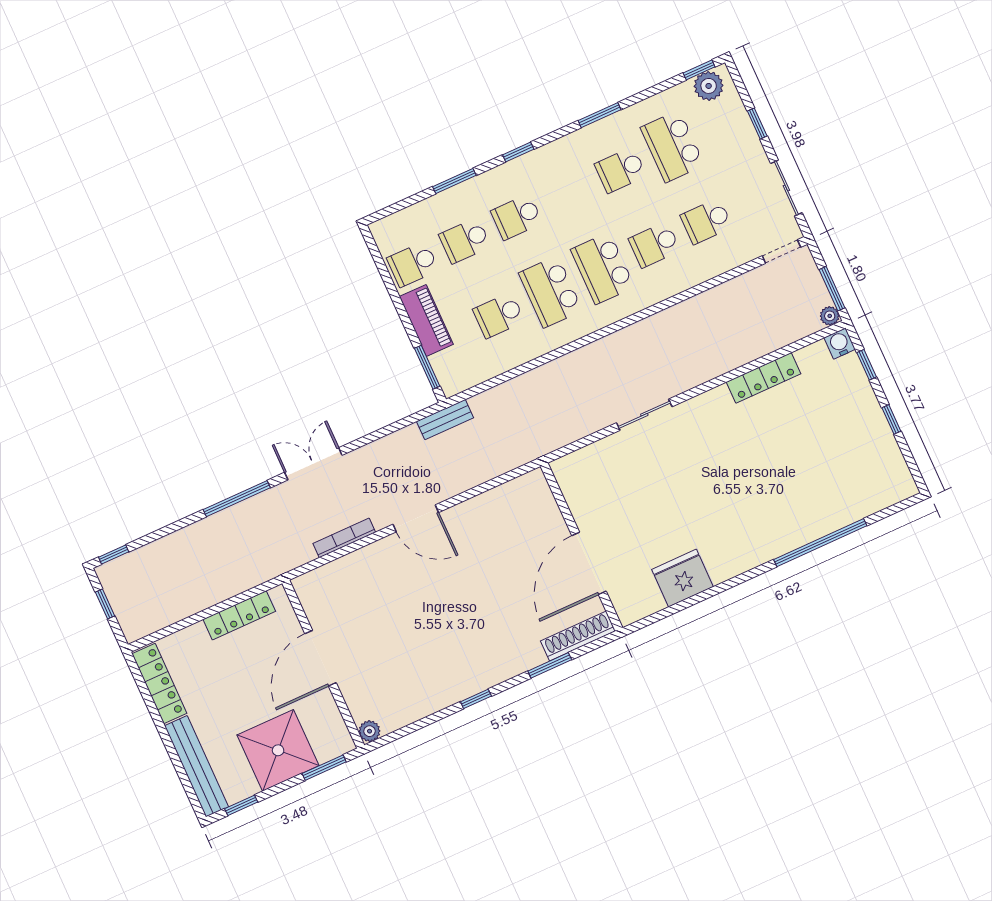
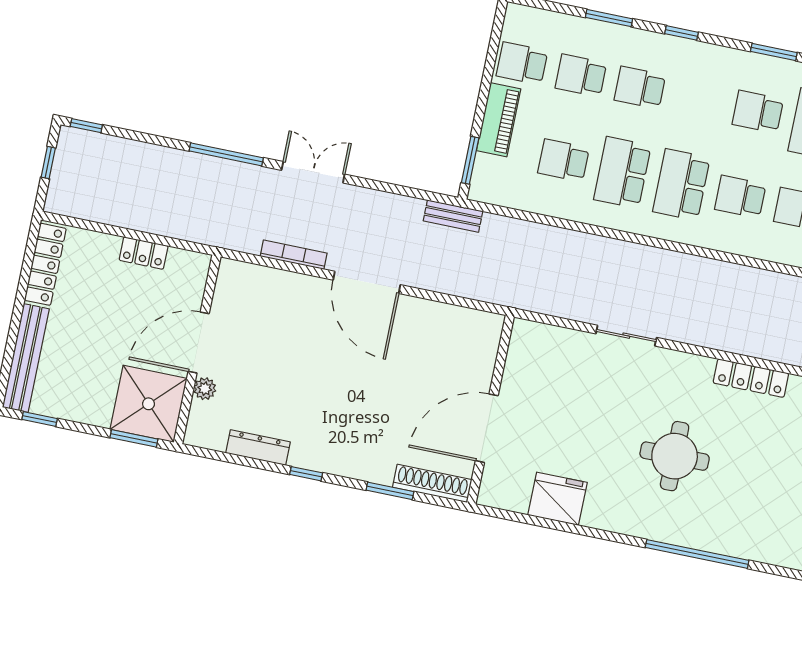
round table: (748, 480) -> (675, 456), added
door: (416, 518) -> (367, 282), width x1.36
locker: (239, 615) -> (144, 253), width x0.66
dresser: (424, 706) -> (258, 448), added
plant: (370, 731) -> (205, 389), moved
shower: (278, 750) -> (149, 404), moved

